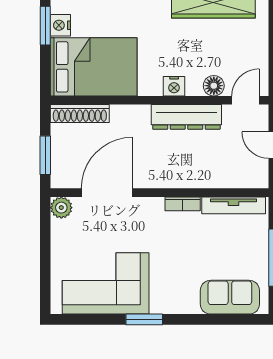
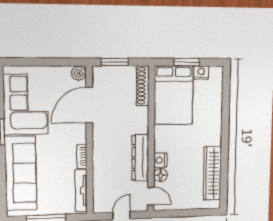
window: (45, 26) -> (187, 62), moved
nightstand: (174, 86) -> (160, 160), moved
door: (107, 193) -> (89, 105), swing flipped
sofa: (230, 297) -> (21, 173), width x1.85, depth x1.27

